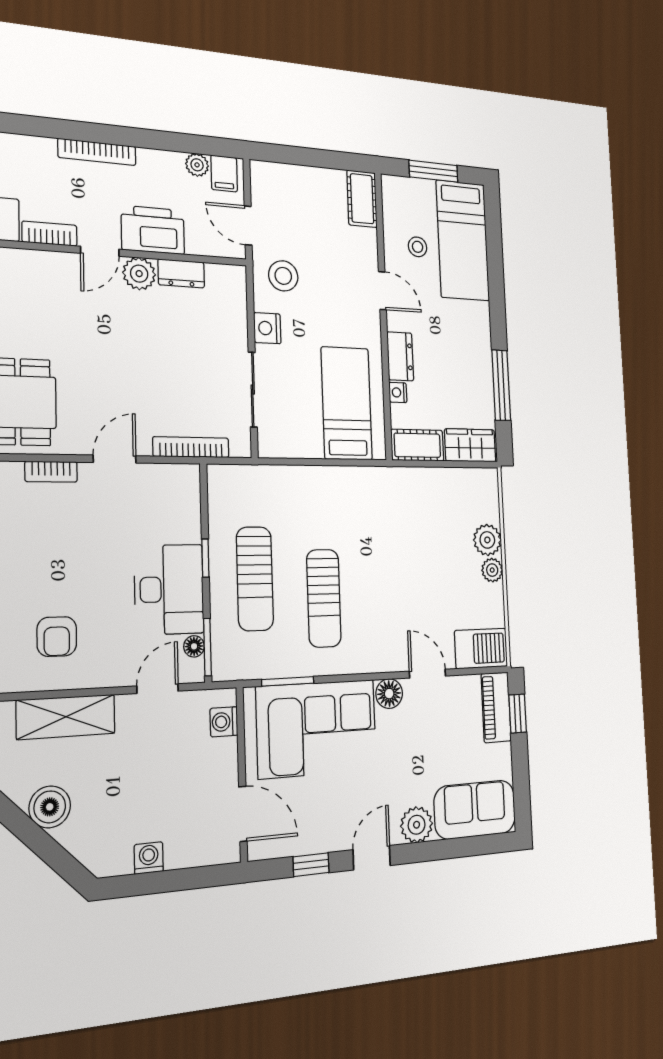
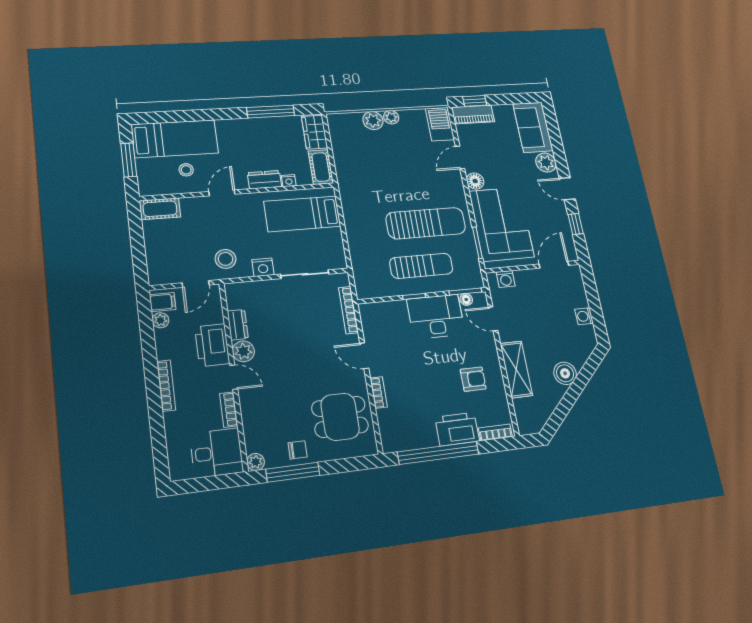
sun lounger: (324, 598) -> (426, 223), width x1.36, depth x1.34

